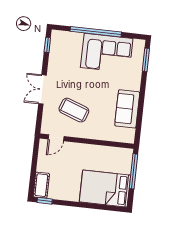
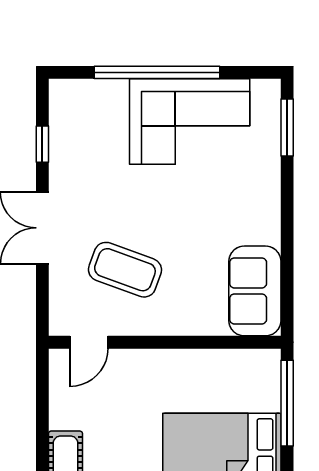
window: (47, 45) -> (42, 144), moved
sofa: (127, 109) -> (255, 291), moved

